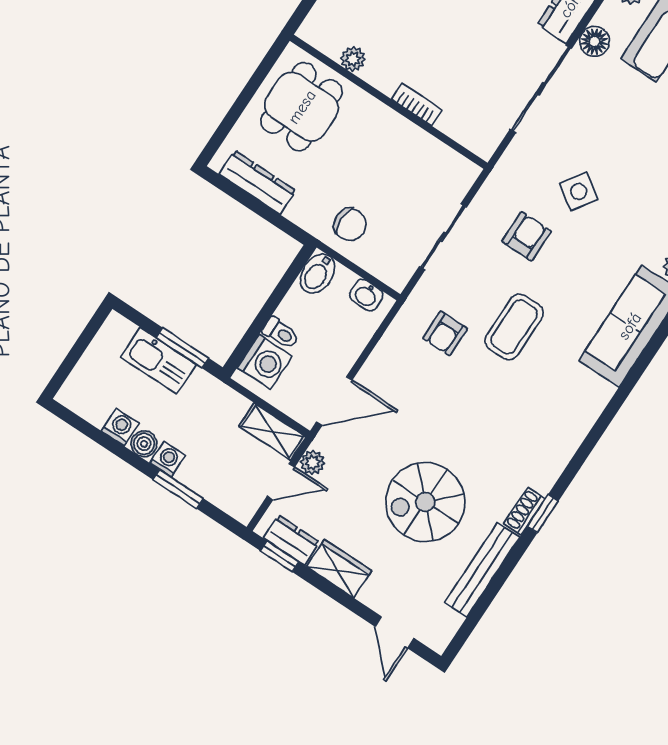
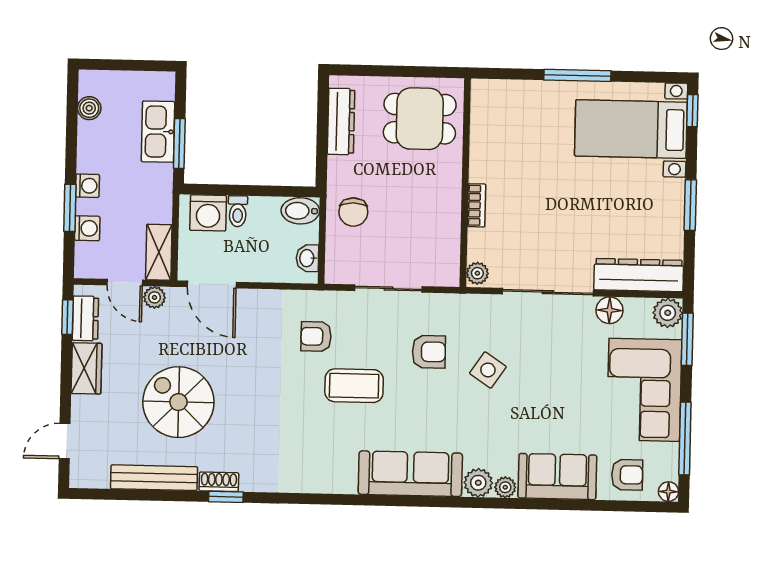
plant: (353, 59) -> (477, 273), moved
washing machine: (120, 427) -> (87, 228), moved
boiler: (144, 444) -> (89, 108), moved

